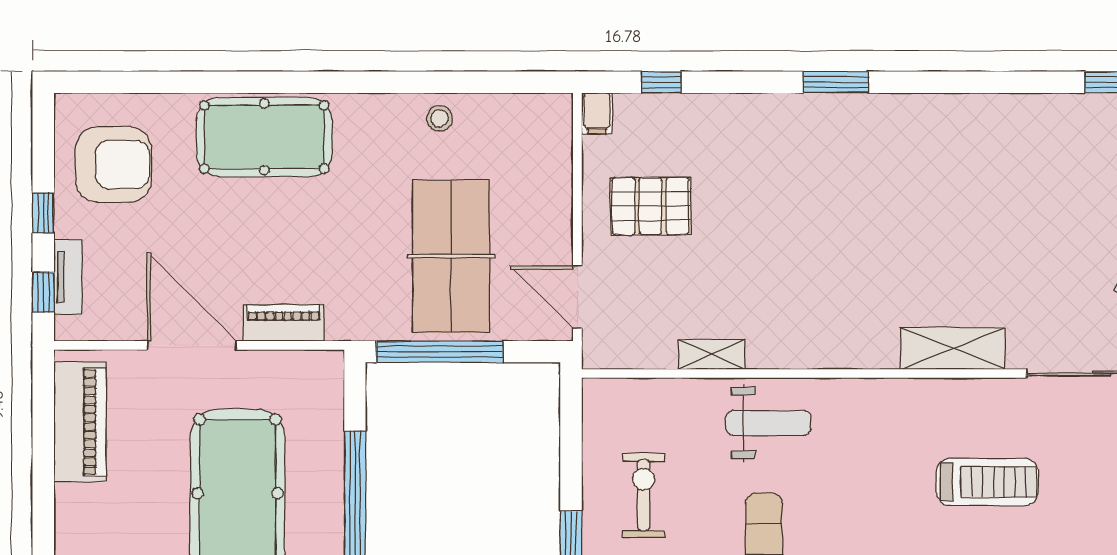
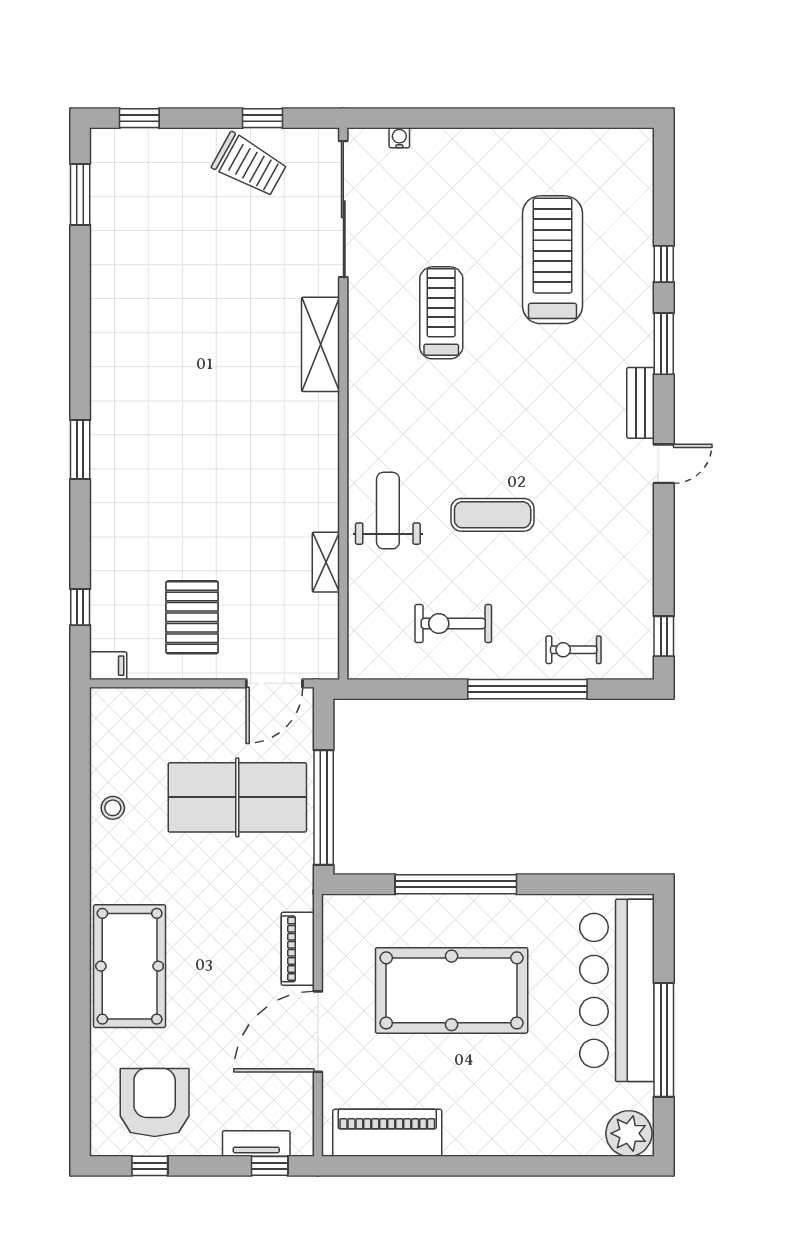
window: (43, 213) -> (150, 1166), moved

